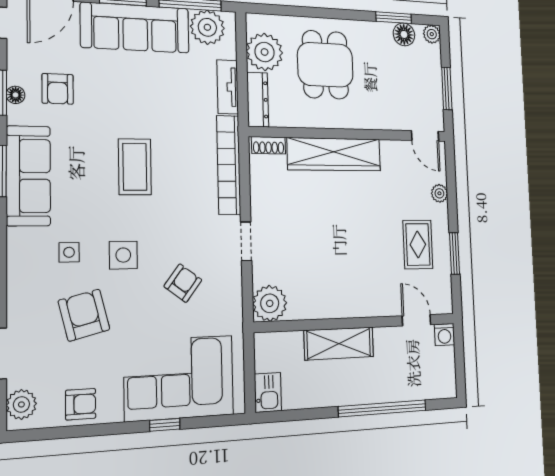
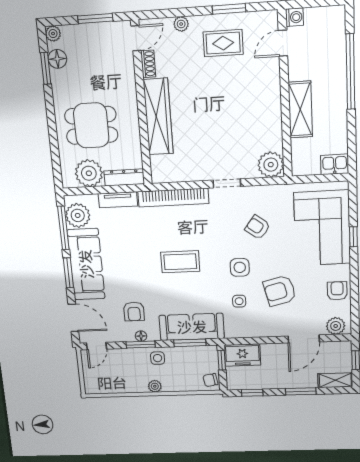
armchair: (58, 89) -> (134, 312), turned 90
shoe rack: (268, 145) -> (148, 64), moved

